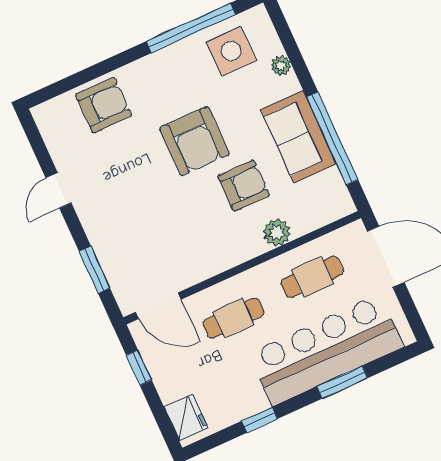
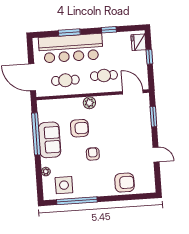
armchair: (104, 105) -> (124, 183), turned 180
armchair: (194, 141) -> (93, 154), width x0.53, depth x0.53
armchair: (244, 186) -> (79, 128), turned 180
door: (58, 190) -> (156, 155), hinge flipped
plant: (277, 233) -> (89, 103), moved
window: (139, 368) -> (149, 57), moved

